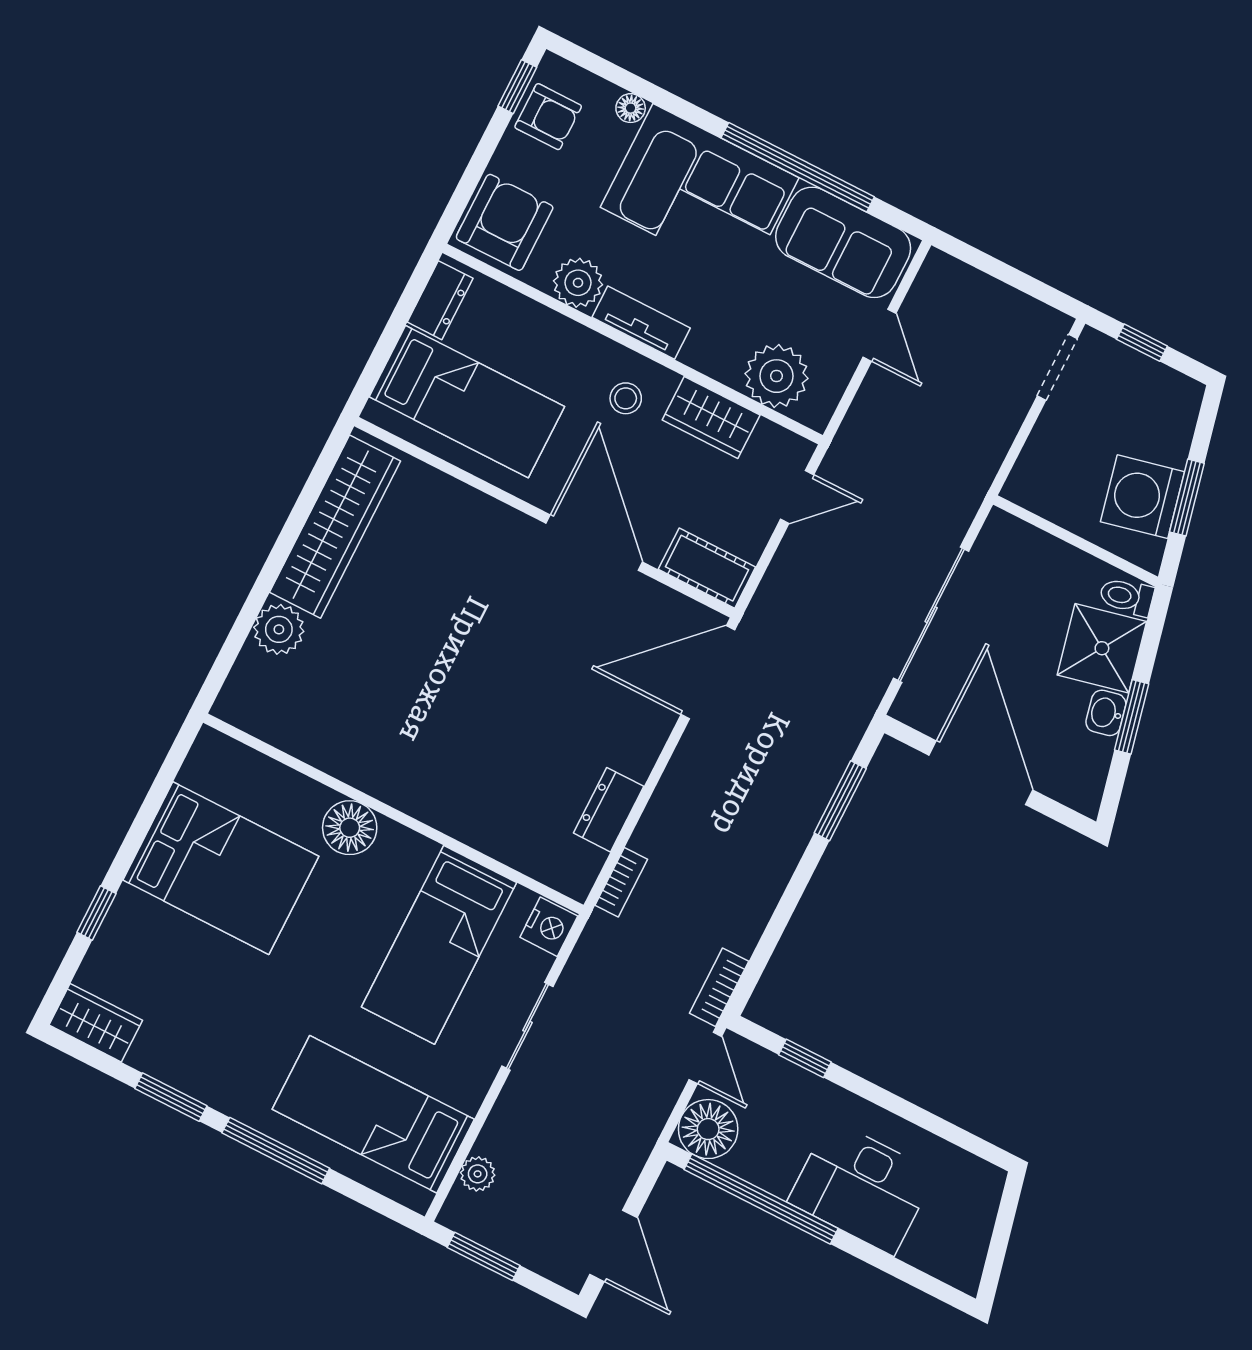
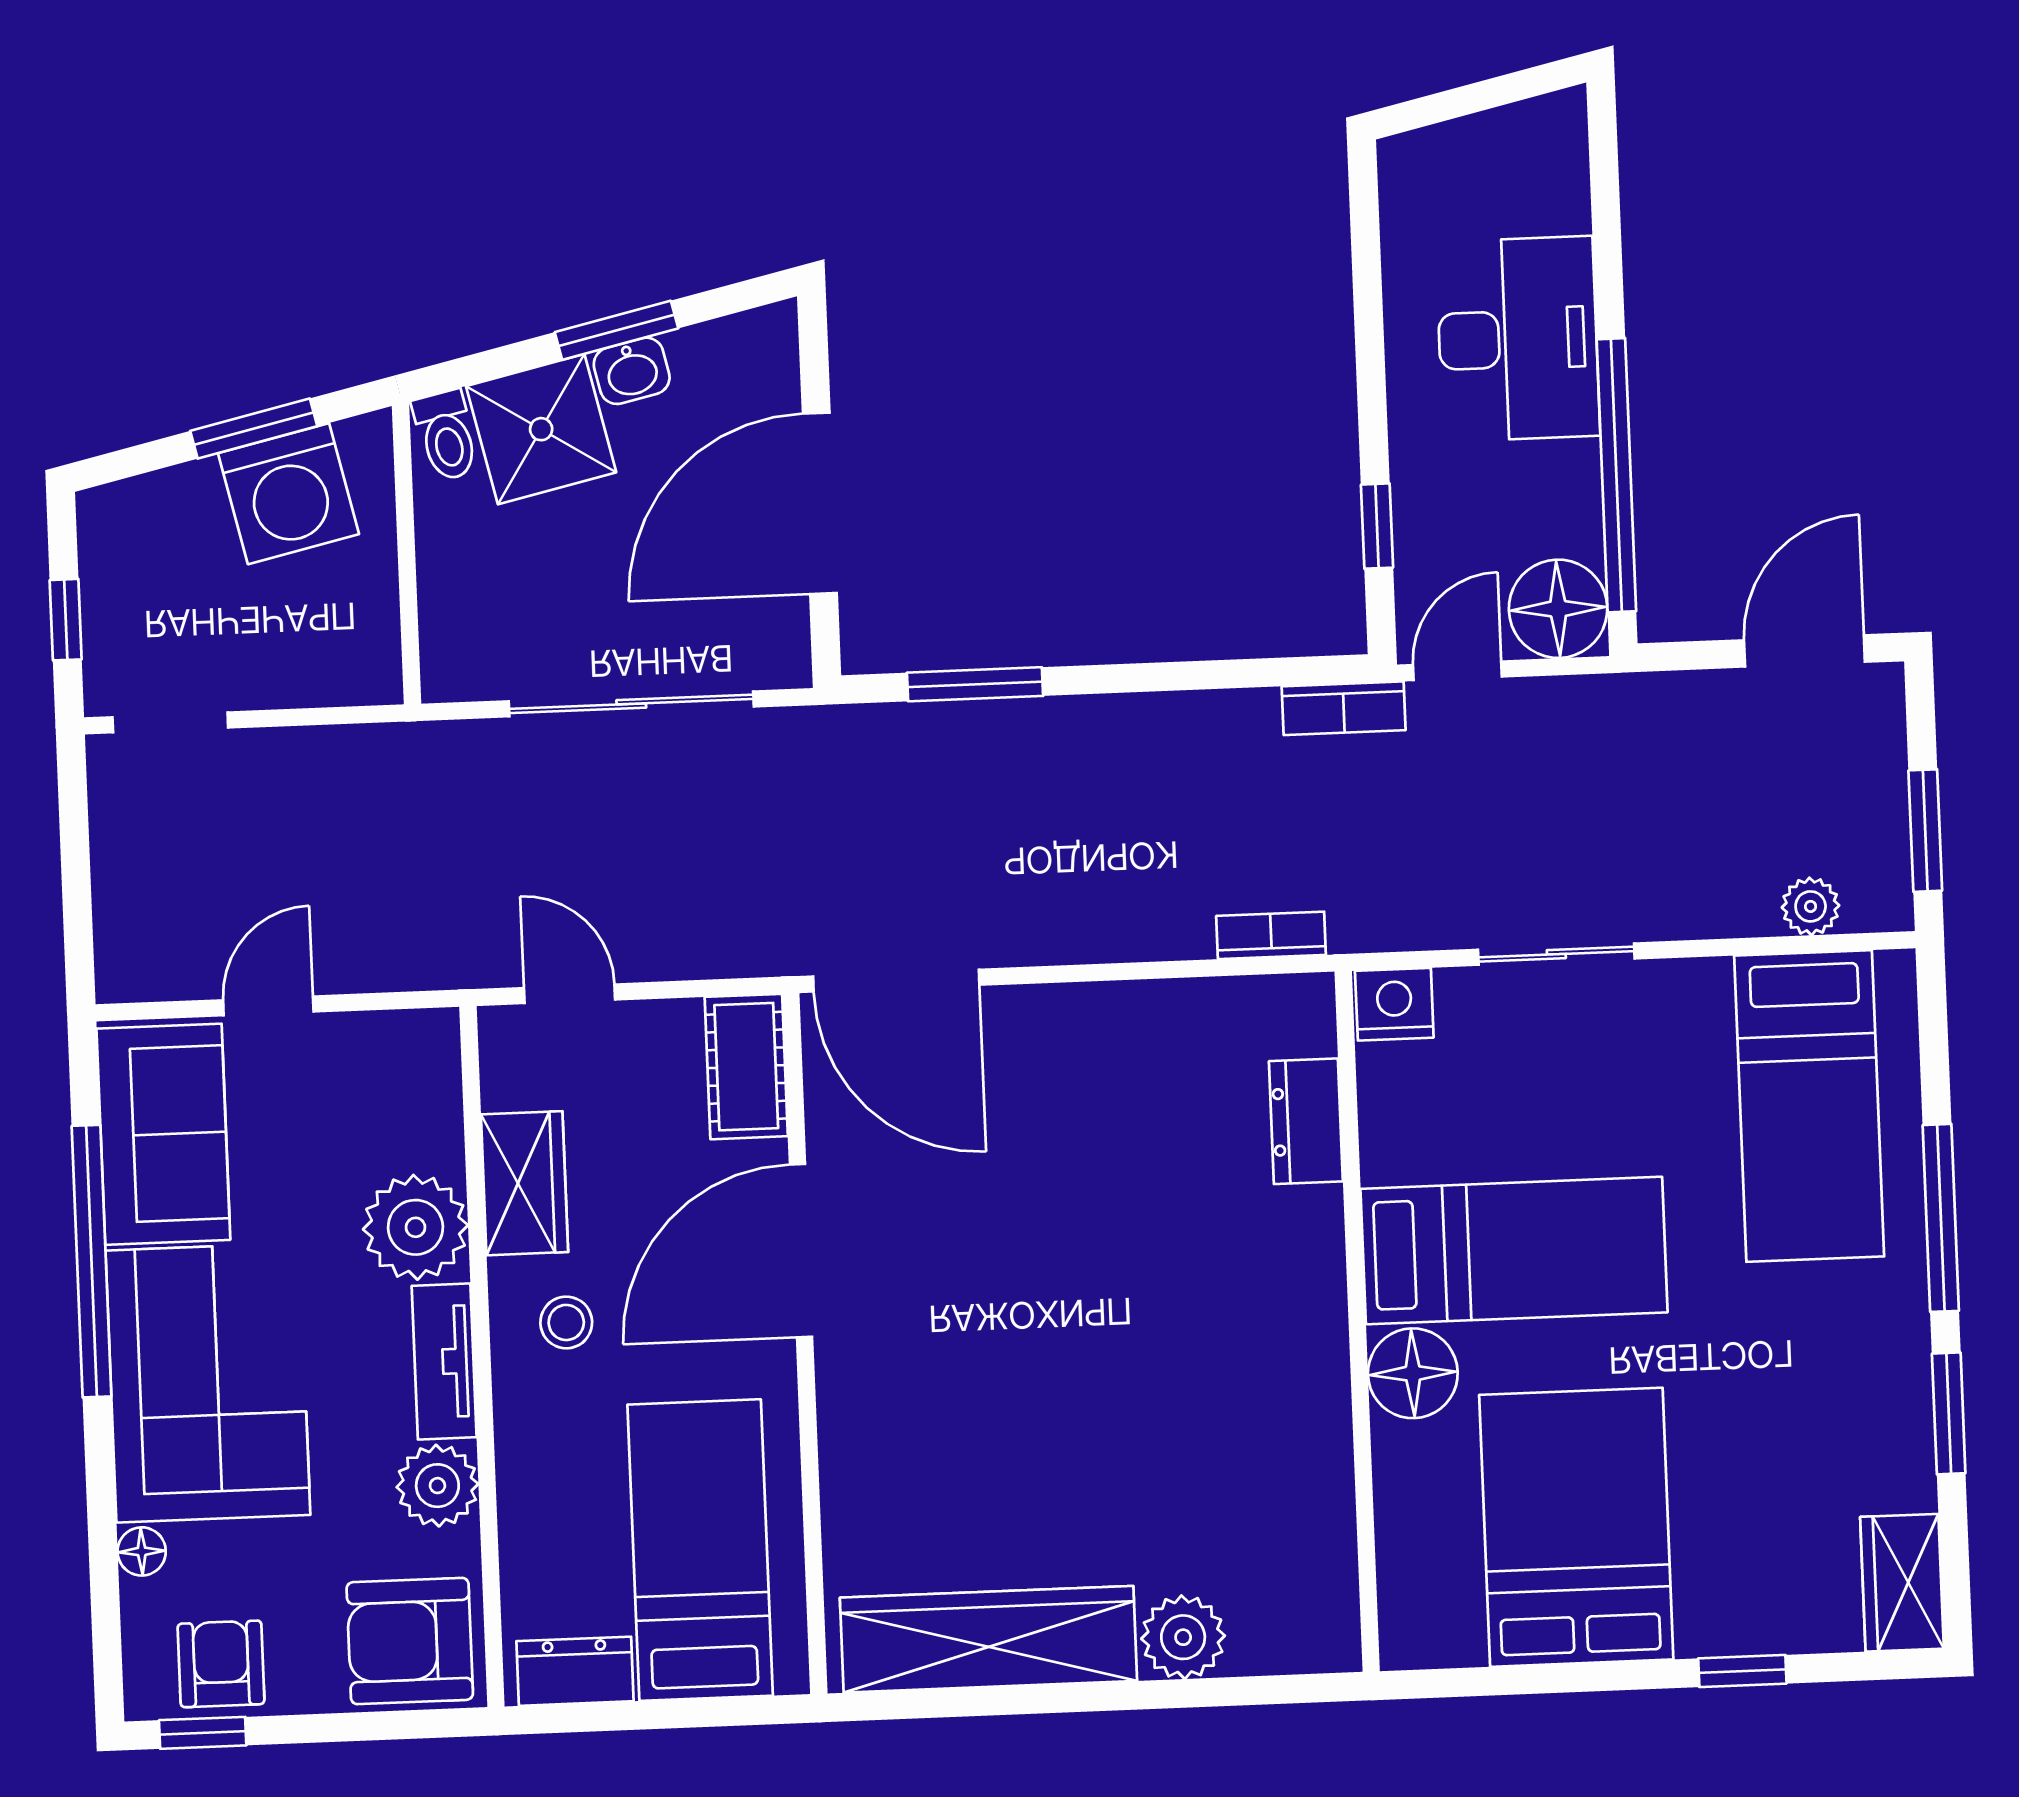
plant: (776, 376) -> (415, 1227), moved
dresser: (609, 810) -> (1306, 1121), moved, turned 90
bed: (439, 945) -> (1514, 1251), moved

